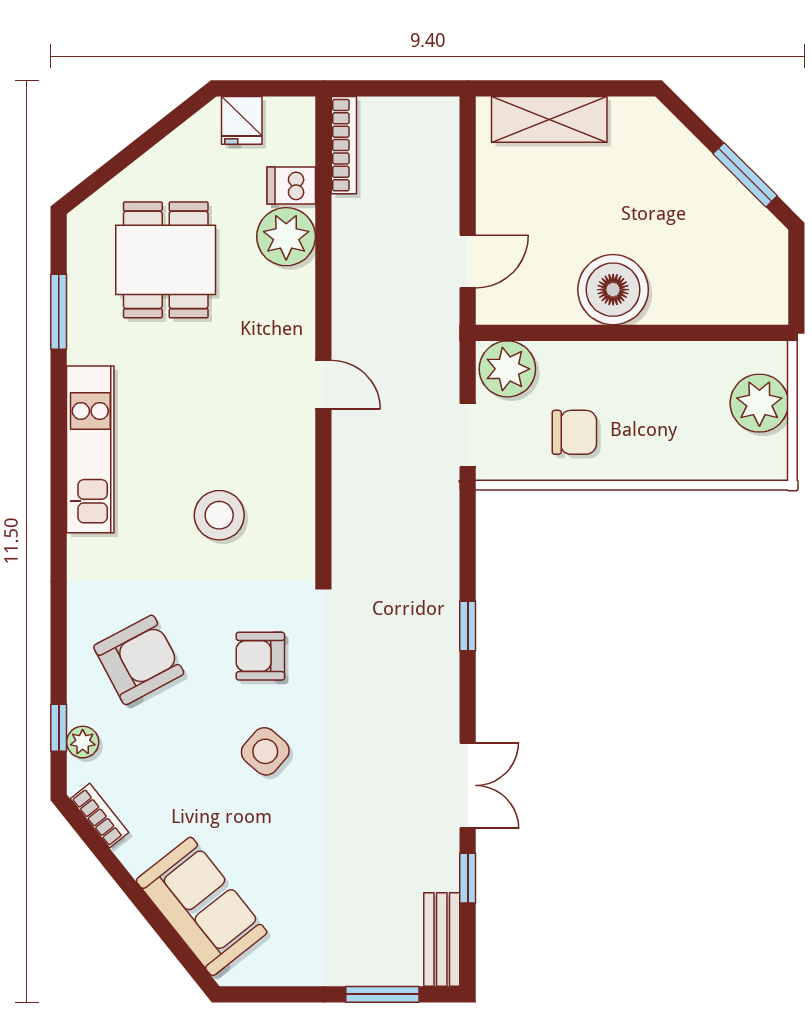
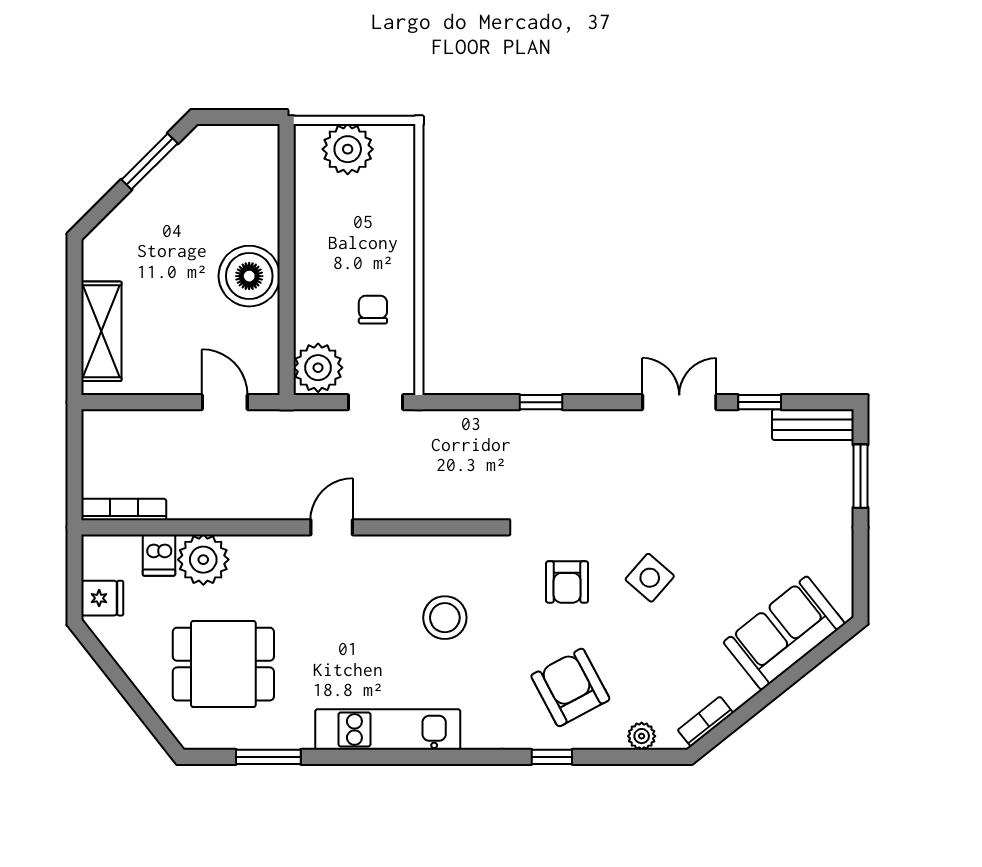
chair: (574, 432) -> (373, 310), width x0.73, depth x0.73
window: (59, 728) -> (552, 757), moved

